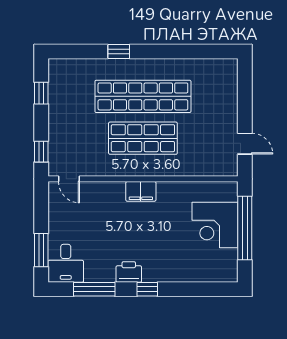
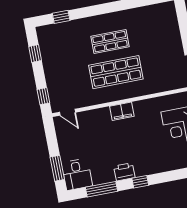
window: (119, 51) -> (61, 17), moved
shop shelf: (143, 96) -> (110, 42), width x0.50, depth x0.74

